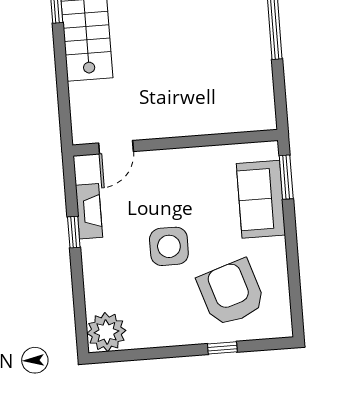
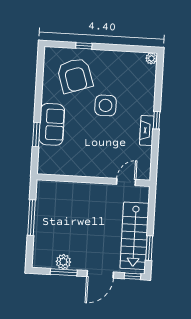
wall: (175, 143) -> (93, 180), moved
door: (116, 147) -> (126, 182), moved
plant: (106, 332) -> (151, 58), width x0.53, depth x0.53

